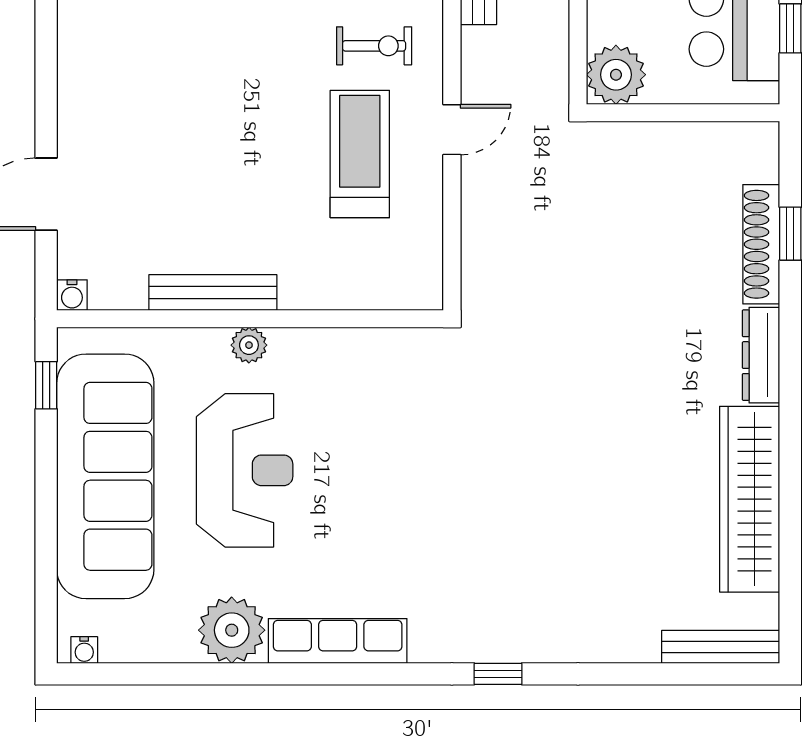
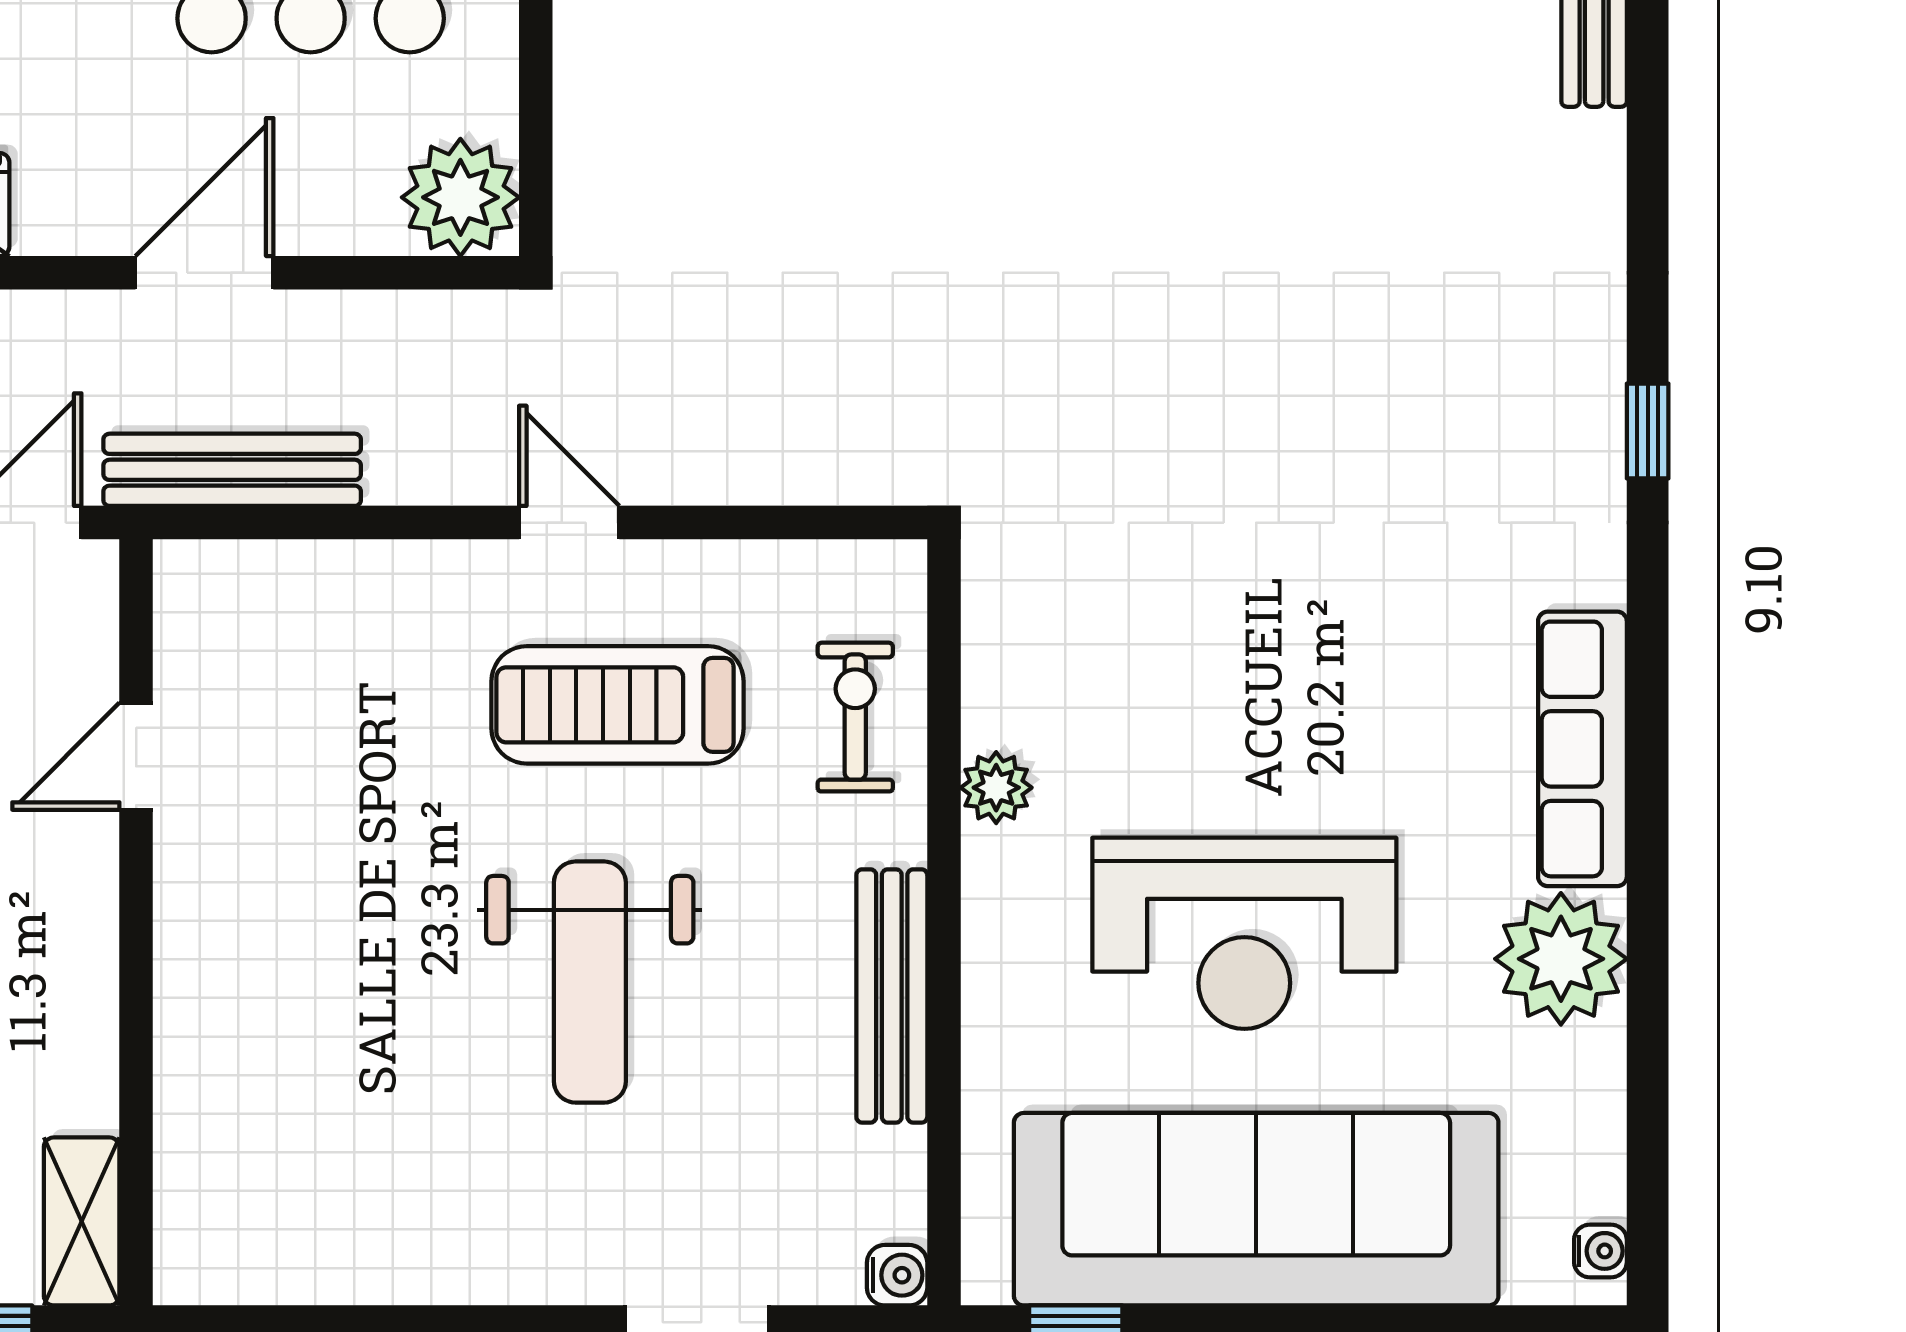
exercise bike: (374, 46) -> (855, 717), moved
weight bench: (220, 140) -> (590, 982), added
plant: (249, 345) -> (996, 788), moved
reception desk: (245, 470) -> (1244, 933), turned 180

